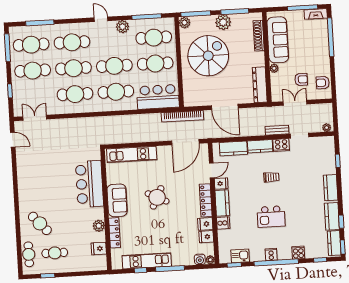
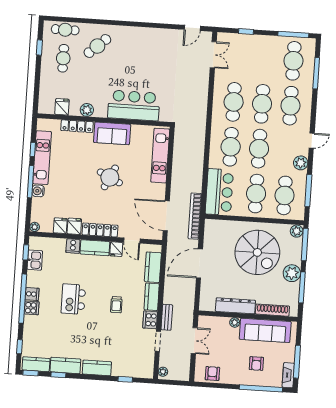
cafe table: (33, 71) -> (265, 59), removed
armchair: (301, 79) -> (256, 364), moved
dresser: (260, 85) -> (235, 306), moved
cooker: (298, 253) -> (32, 308), moved
water cooler: (200, 259) -> (38, 191), moved

